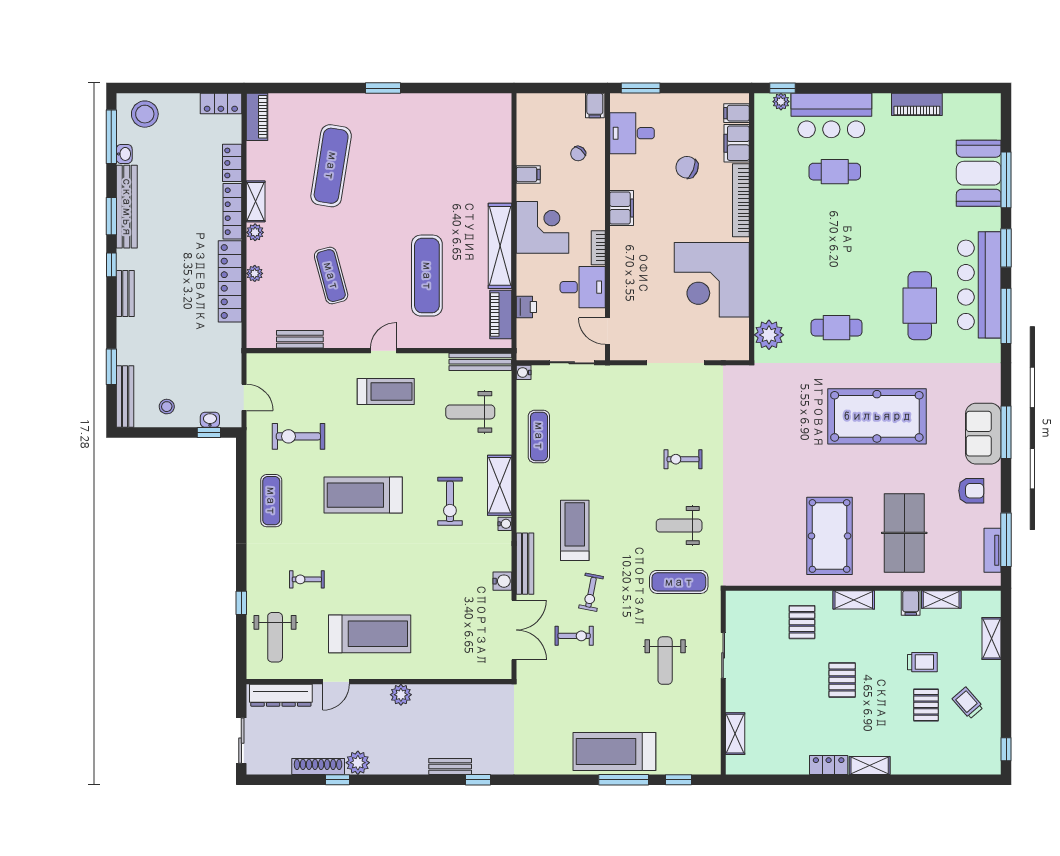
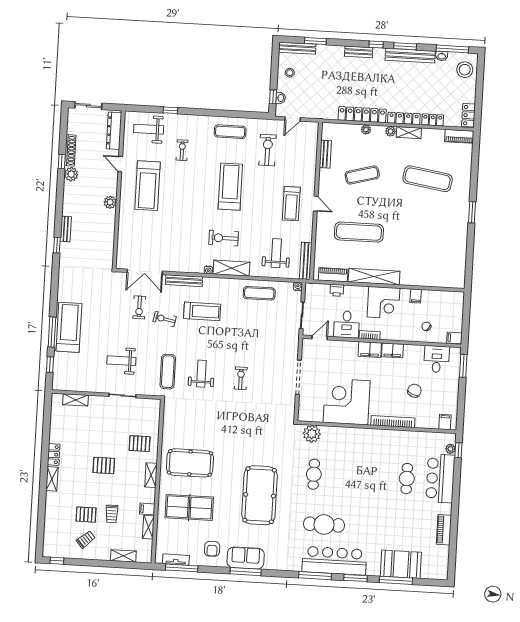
filing cabinet: (737, 143) -> (370, 350), moved, turned 180
water cooler: (502, 581) -> (174, 267), removed

